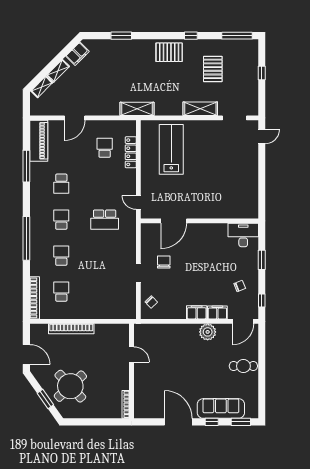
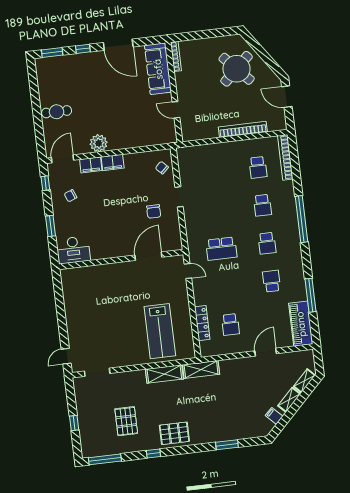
filing cabinet: (77, 54) -> (274, 416), width x0.50
shelving: (200, 109) -> (164, 374), moved
school desk: (105, 220) -> (221, 249), turned 180
window: (45, 399) -> (261, 52), removed
sofa: (221, 408) -> (158, 69), moved, turned 90

